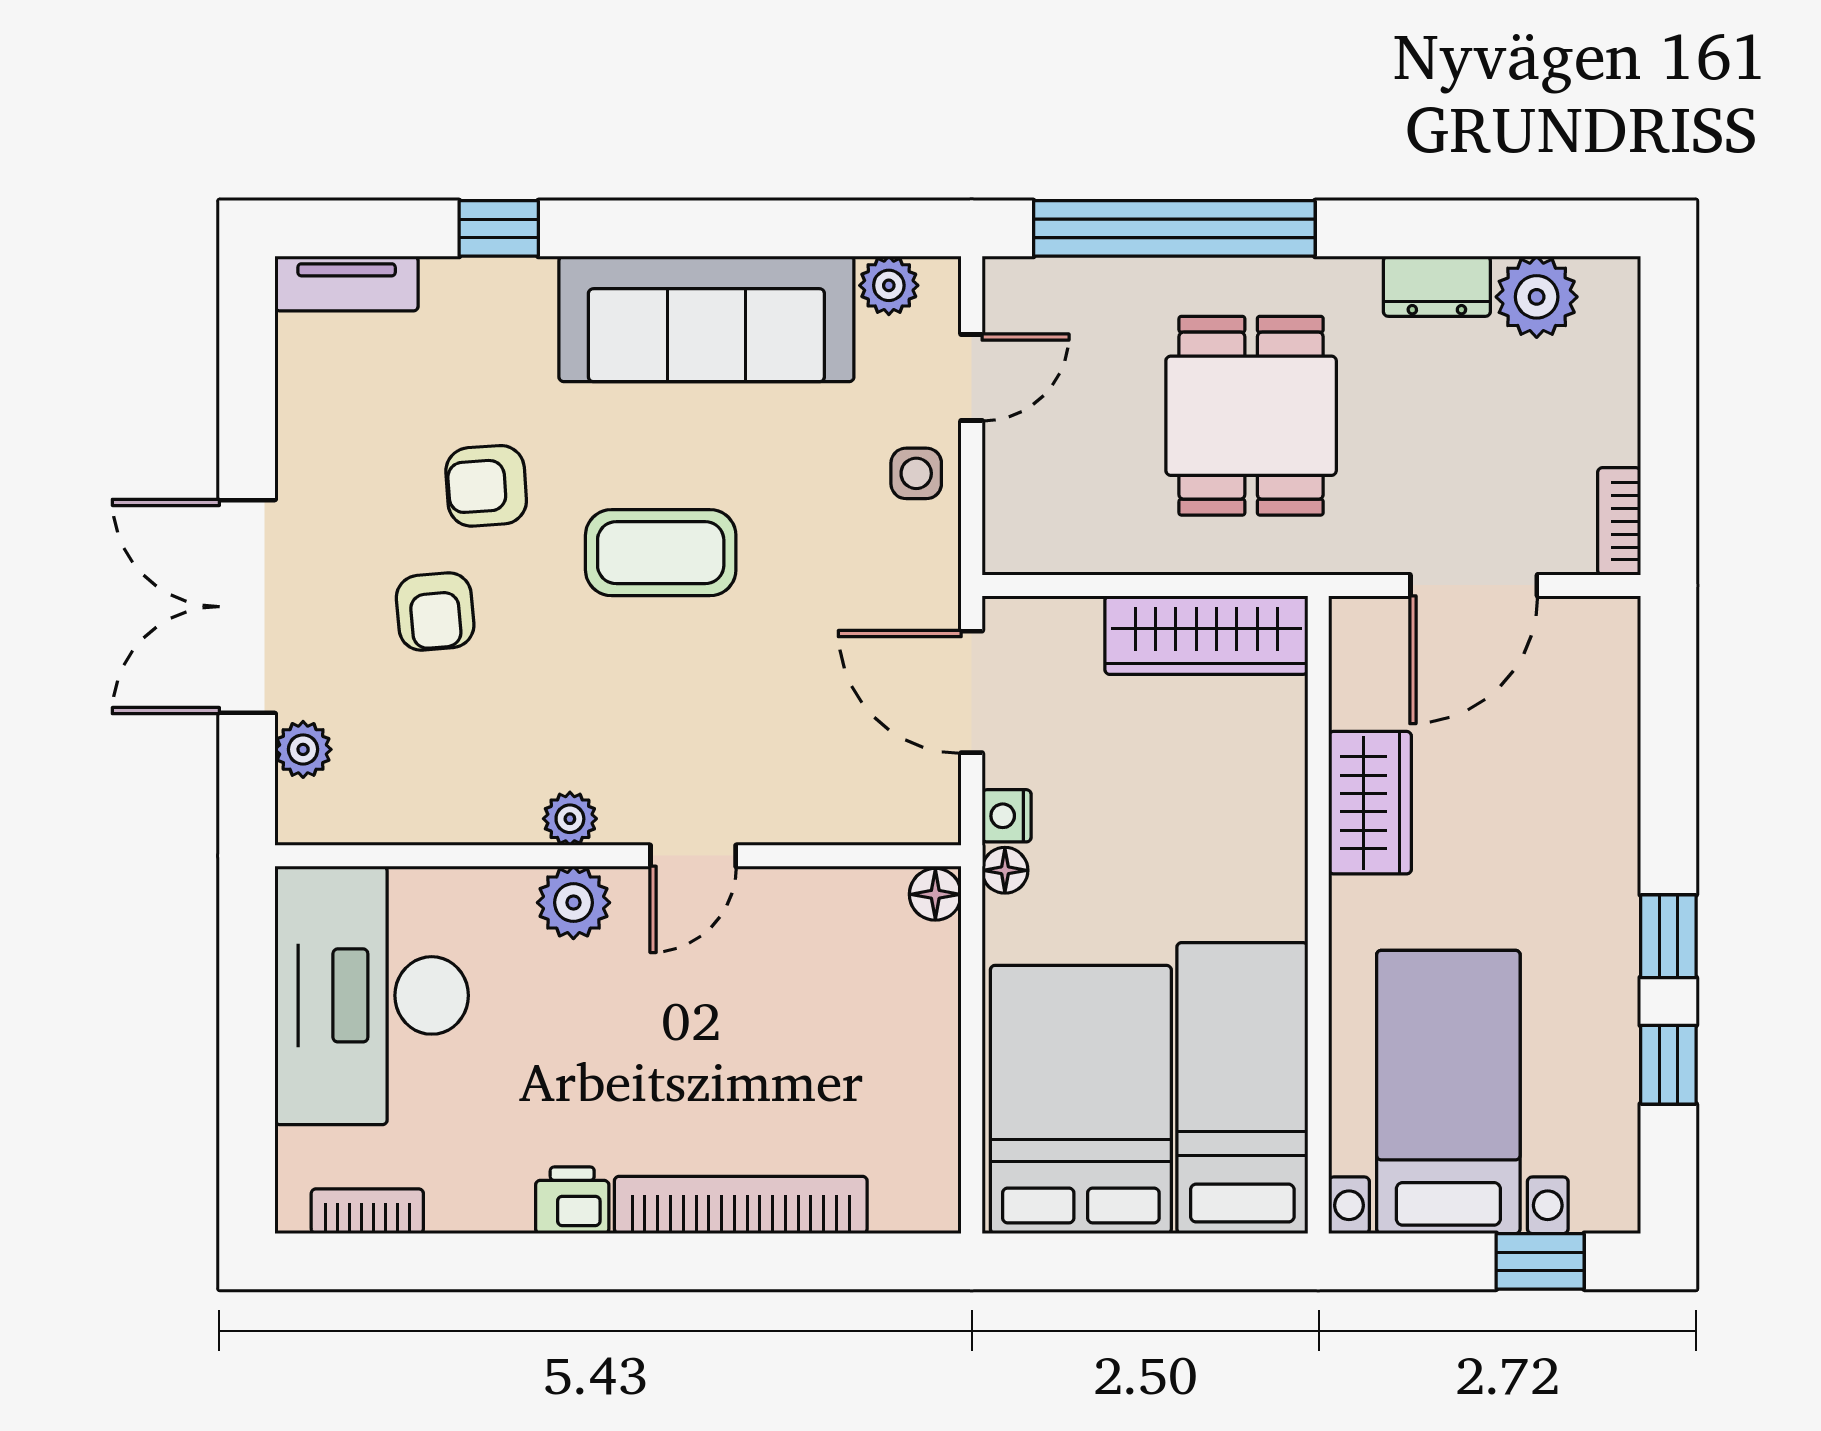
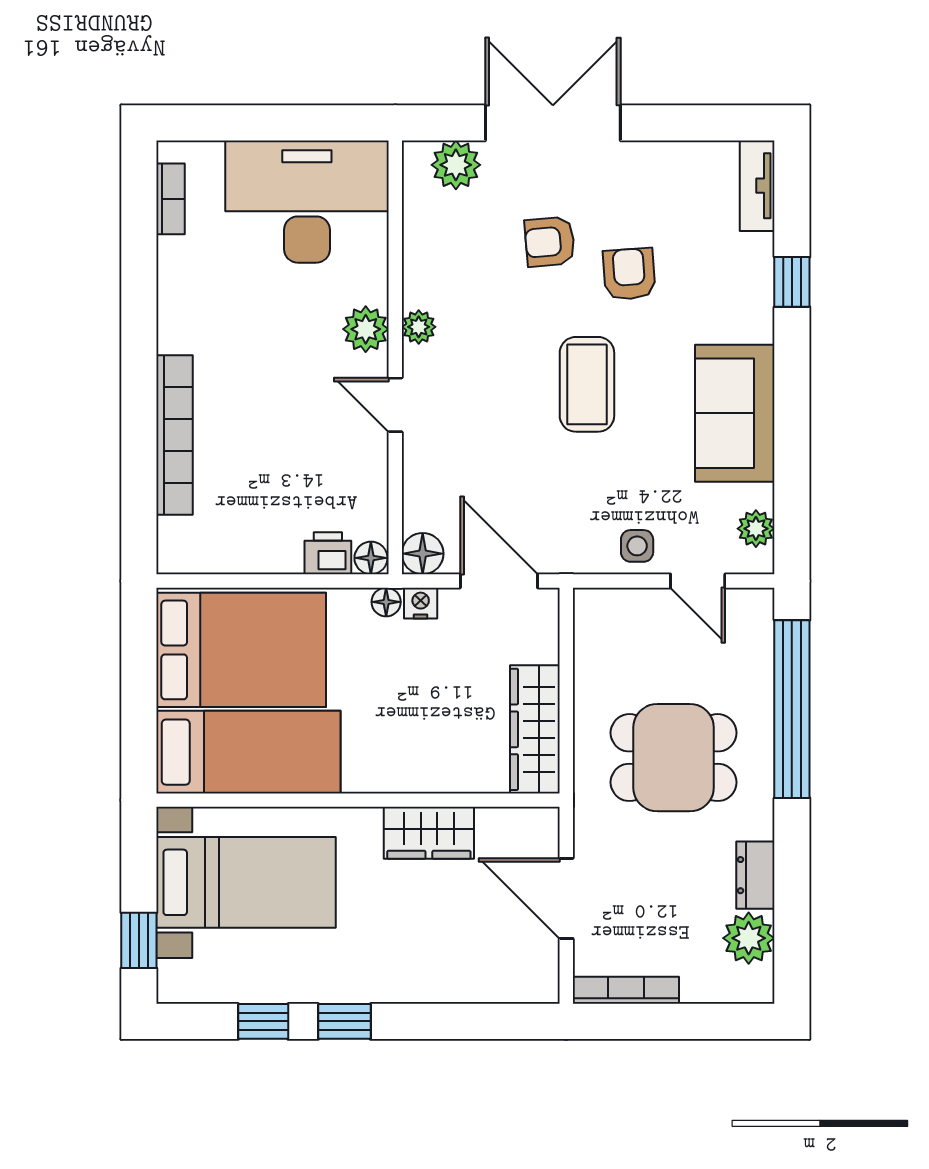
sofa: (706, 319) -> (735, 413), width x0.73
bookcase: (1619, 521) -> (626, 990), width x1.56
door: (972, 692) -> (499, 581), hinge flipped
plant: (303, 749) -> (456, 165), width x1.38, depth x1.38
floor lamp: (928, 813) -> (423, 554), added
printer: (572, 1200) -> (328, 553), moved, turned -90

